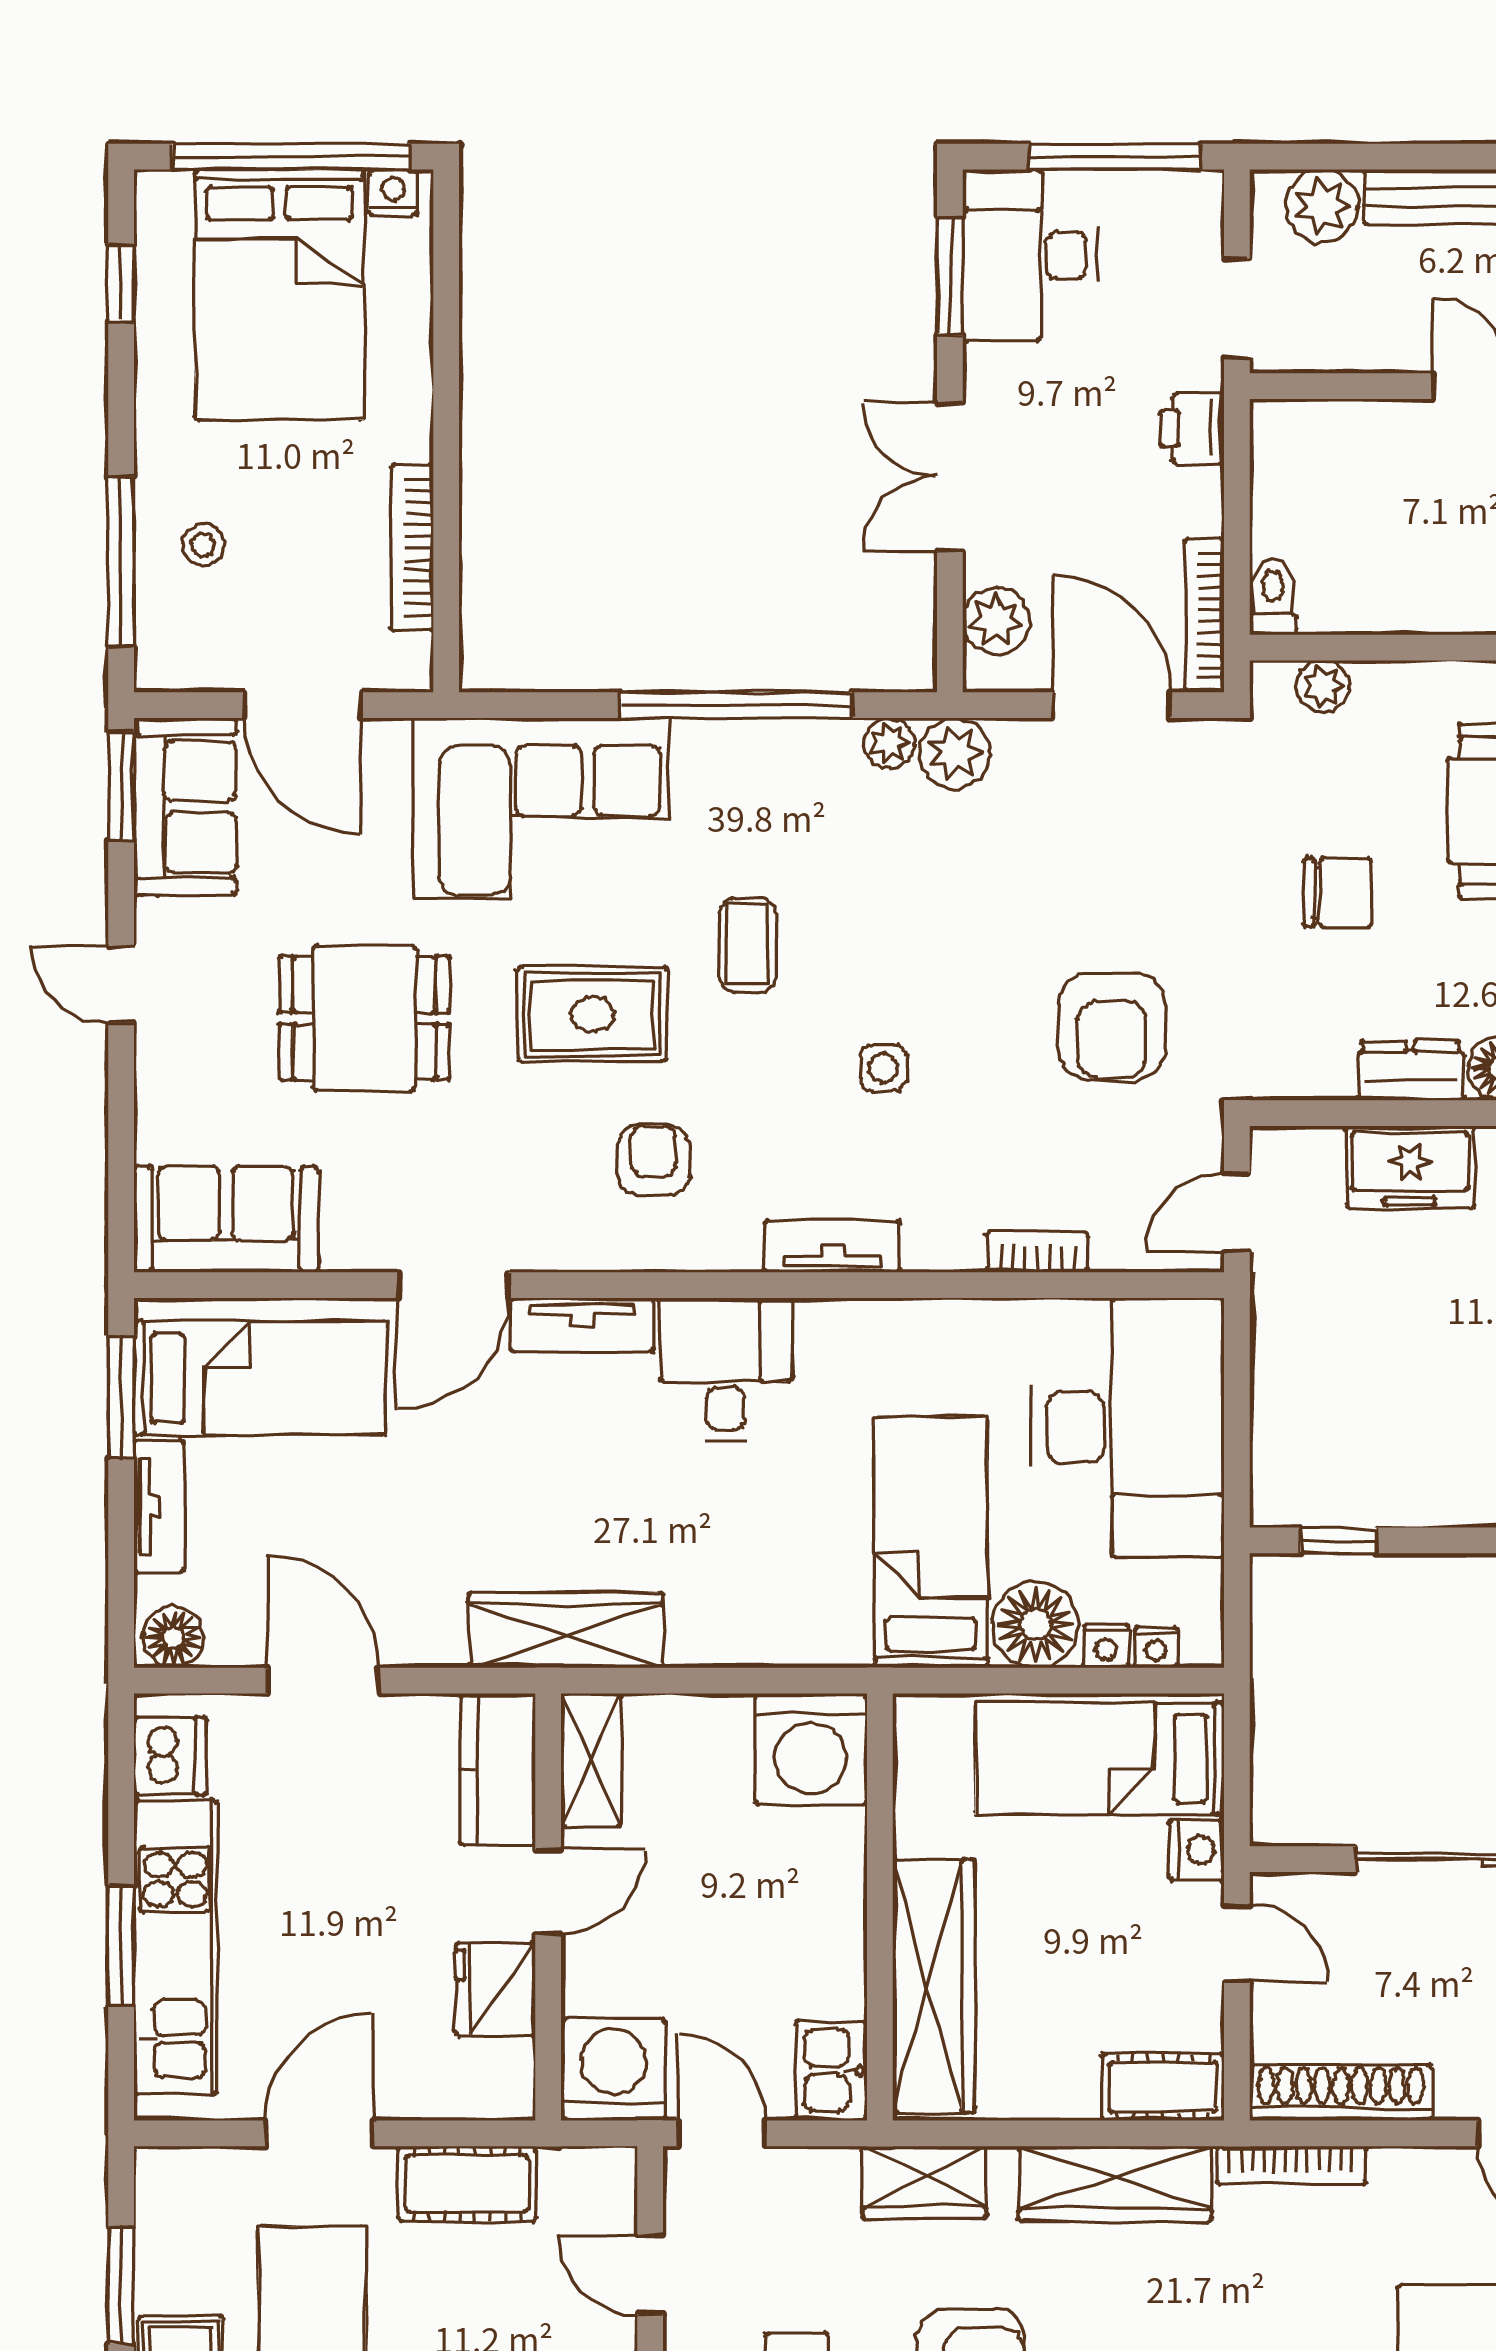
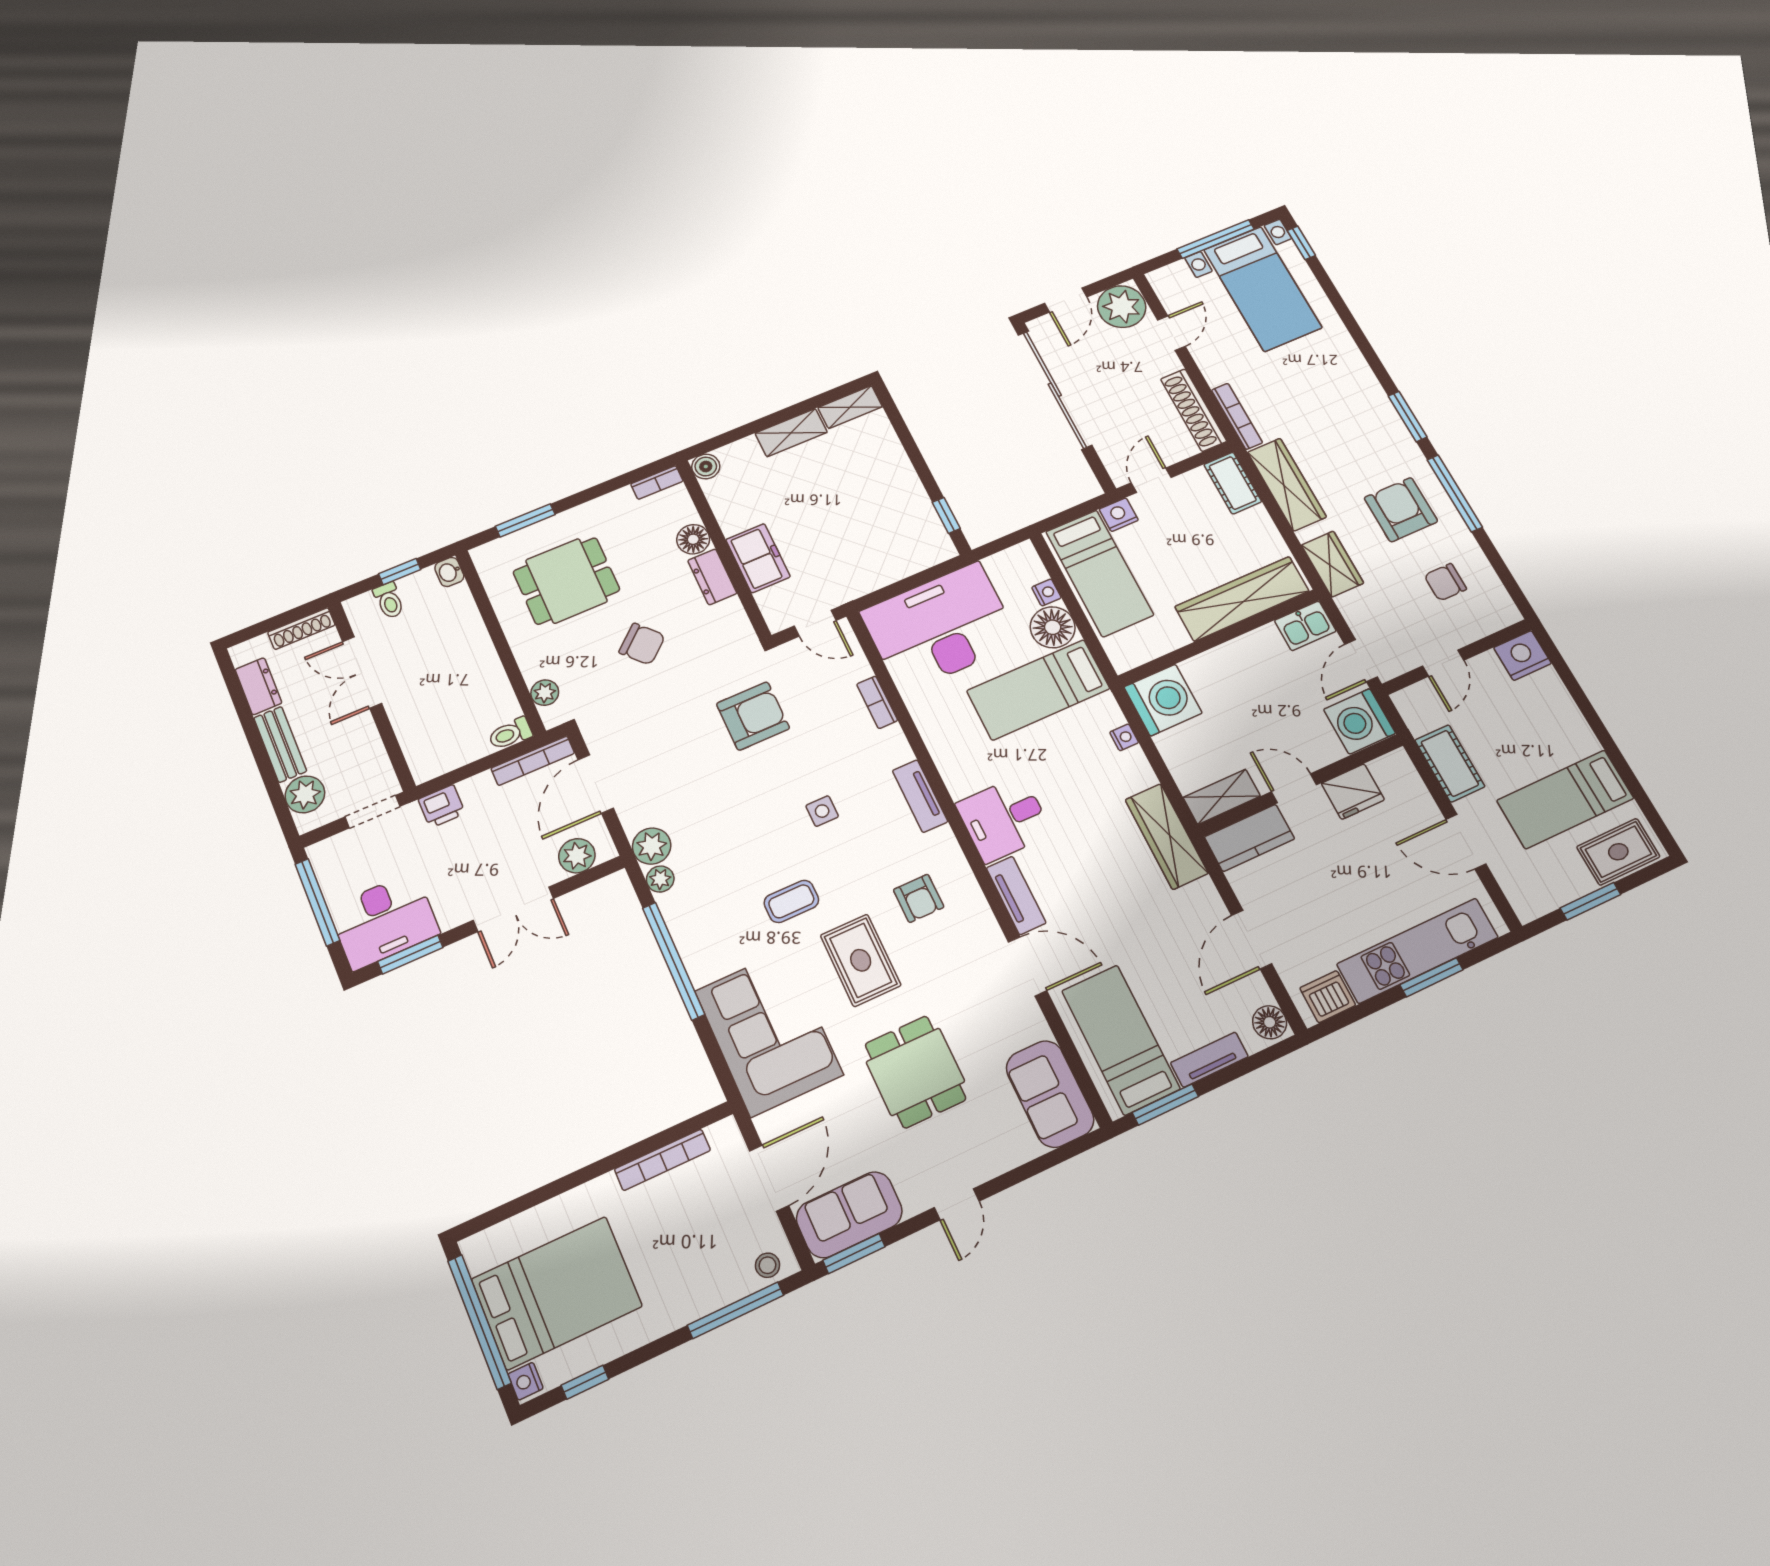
nightstand: (393, 192) -> (526, 1381), moved
stool: (203, 545) -> (768, 1265), moved
chair: (1338, 893) -> (642, 644), turned 138
armchair: (653, 1160) -> (919, 898), turned -90
nightstand: (1156, 1647) -> (1124, 737), moved

